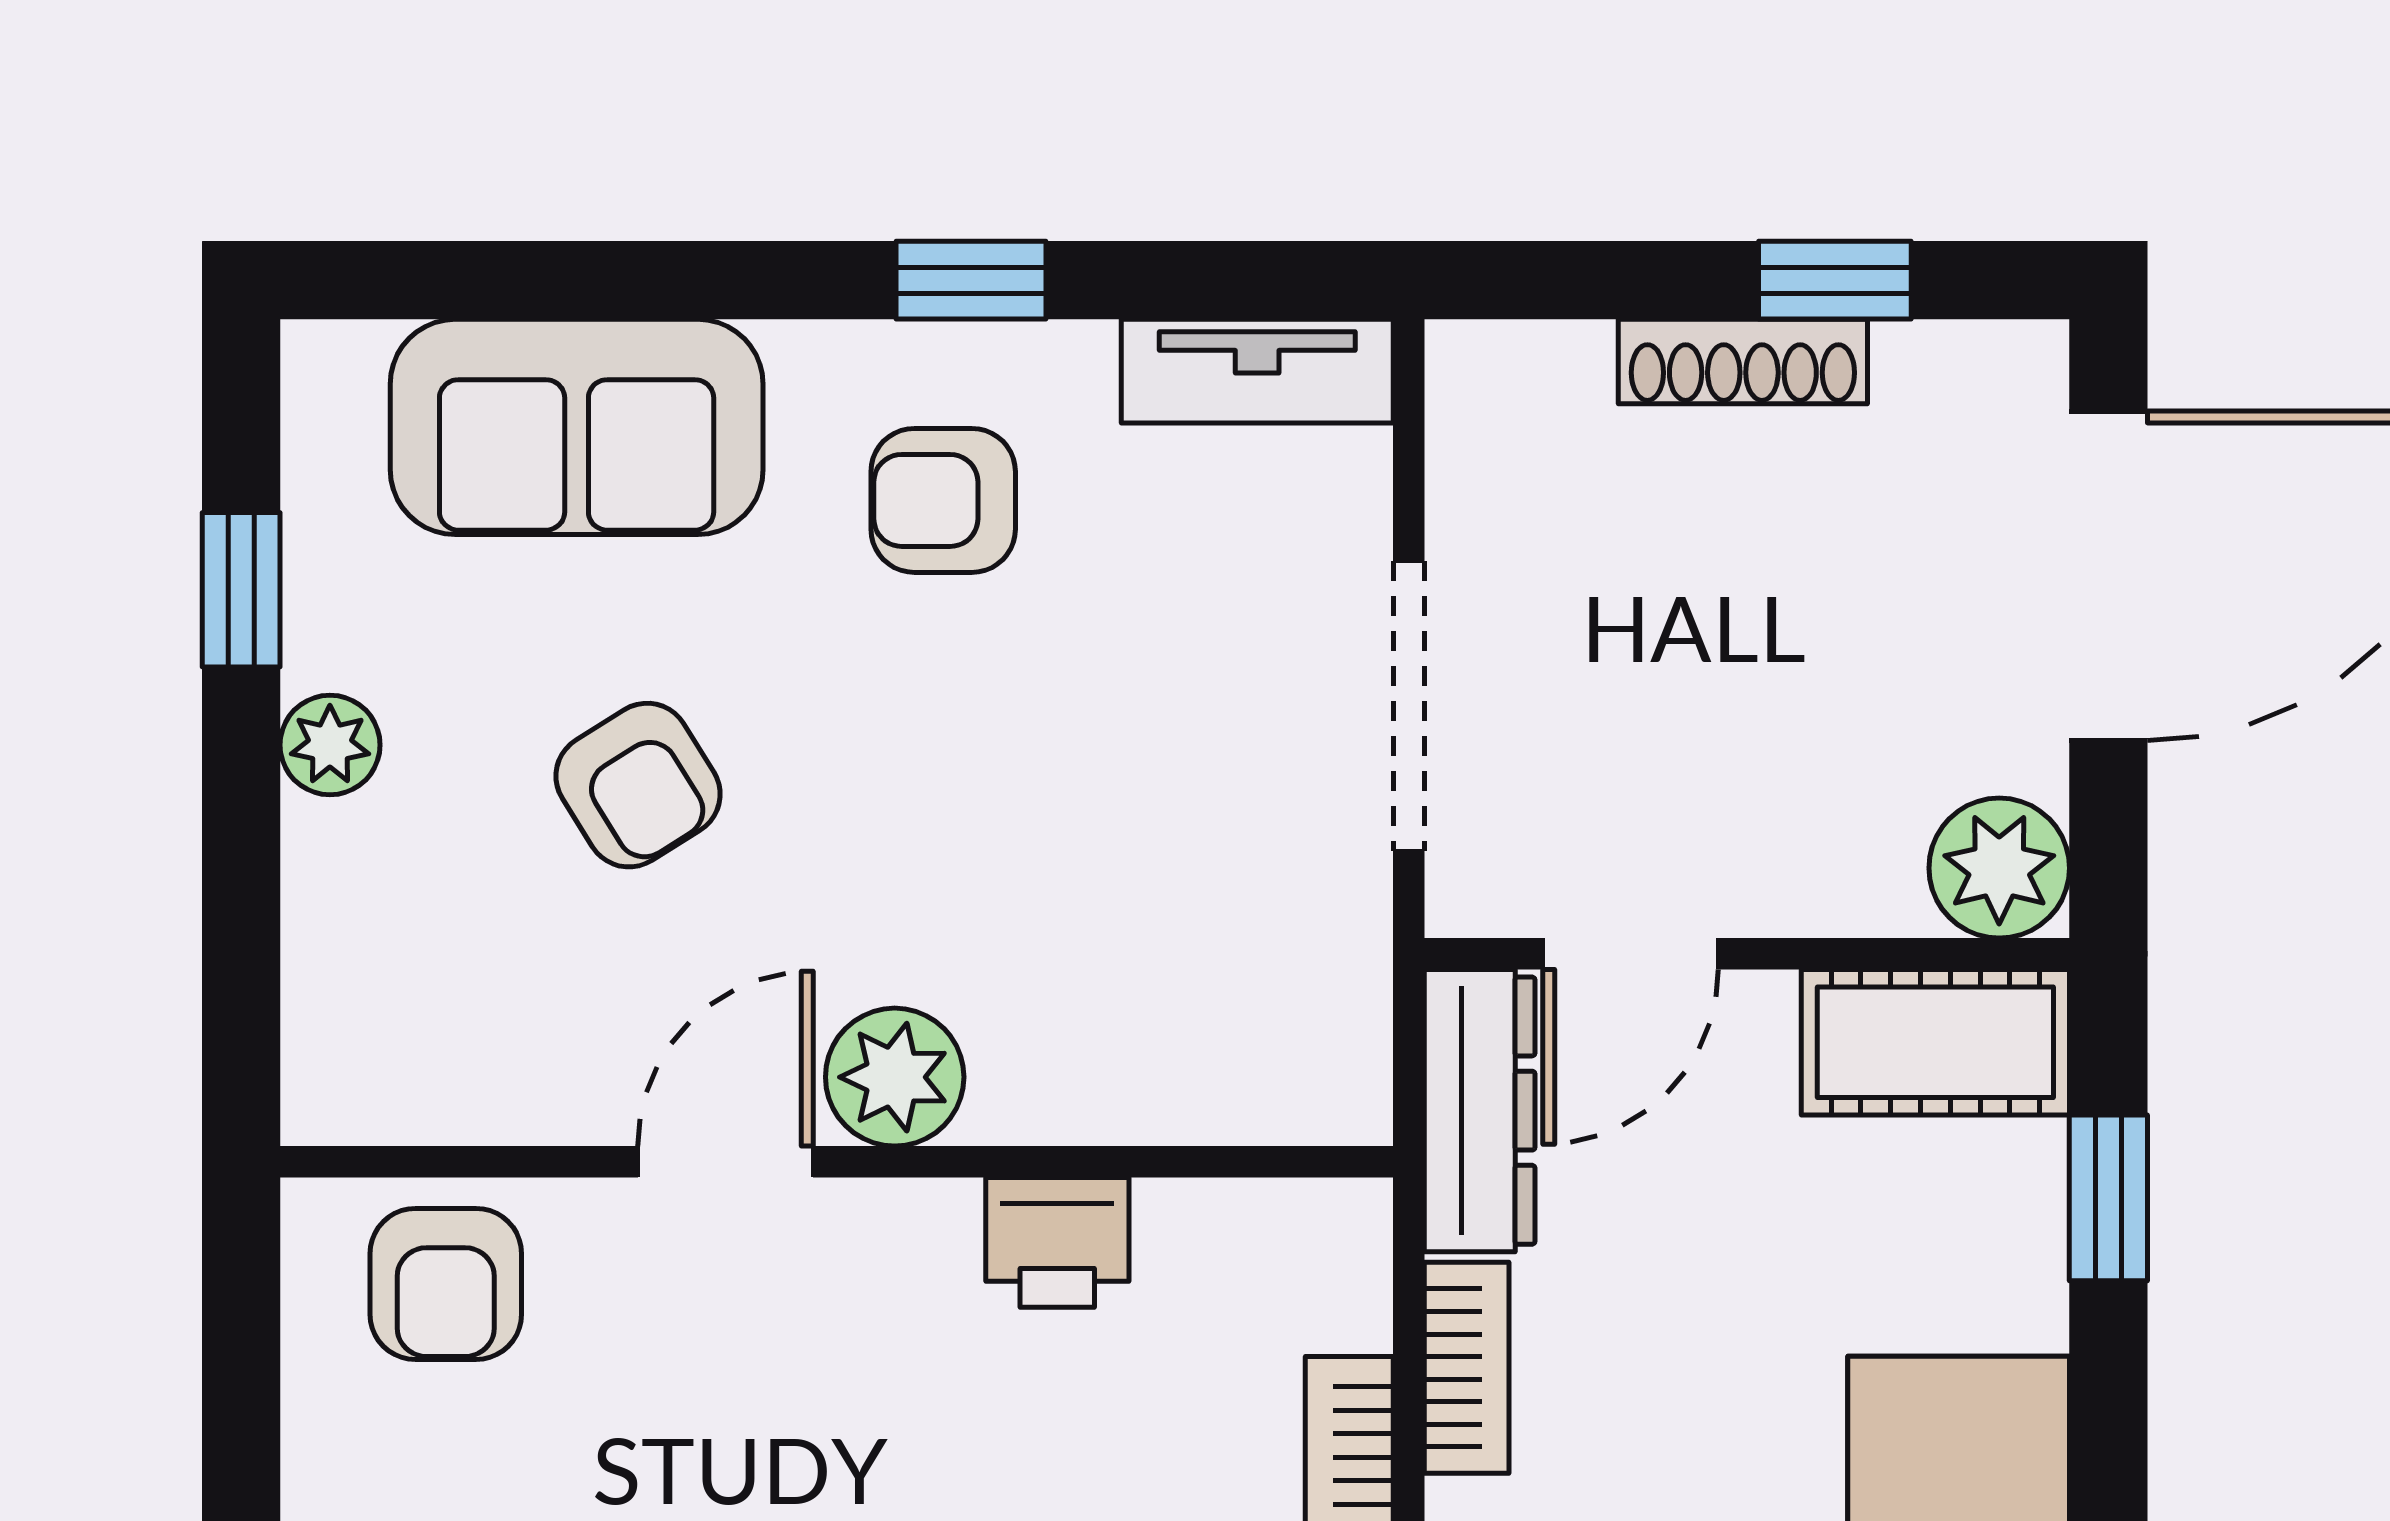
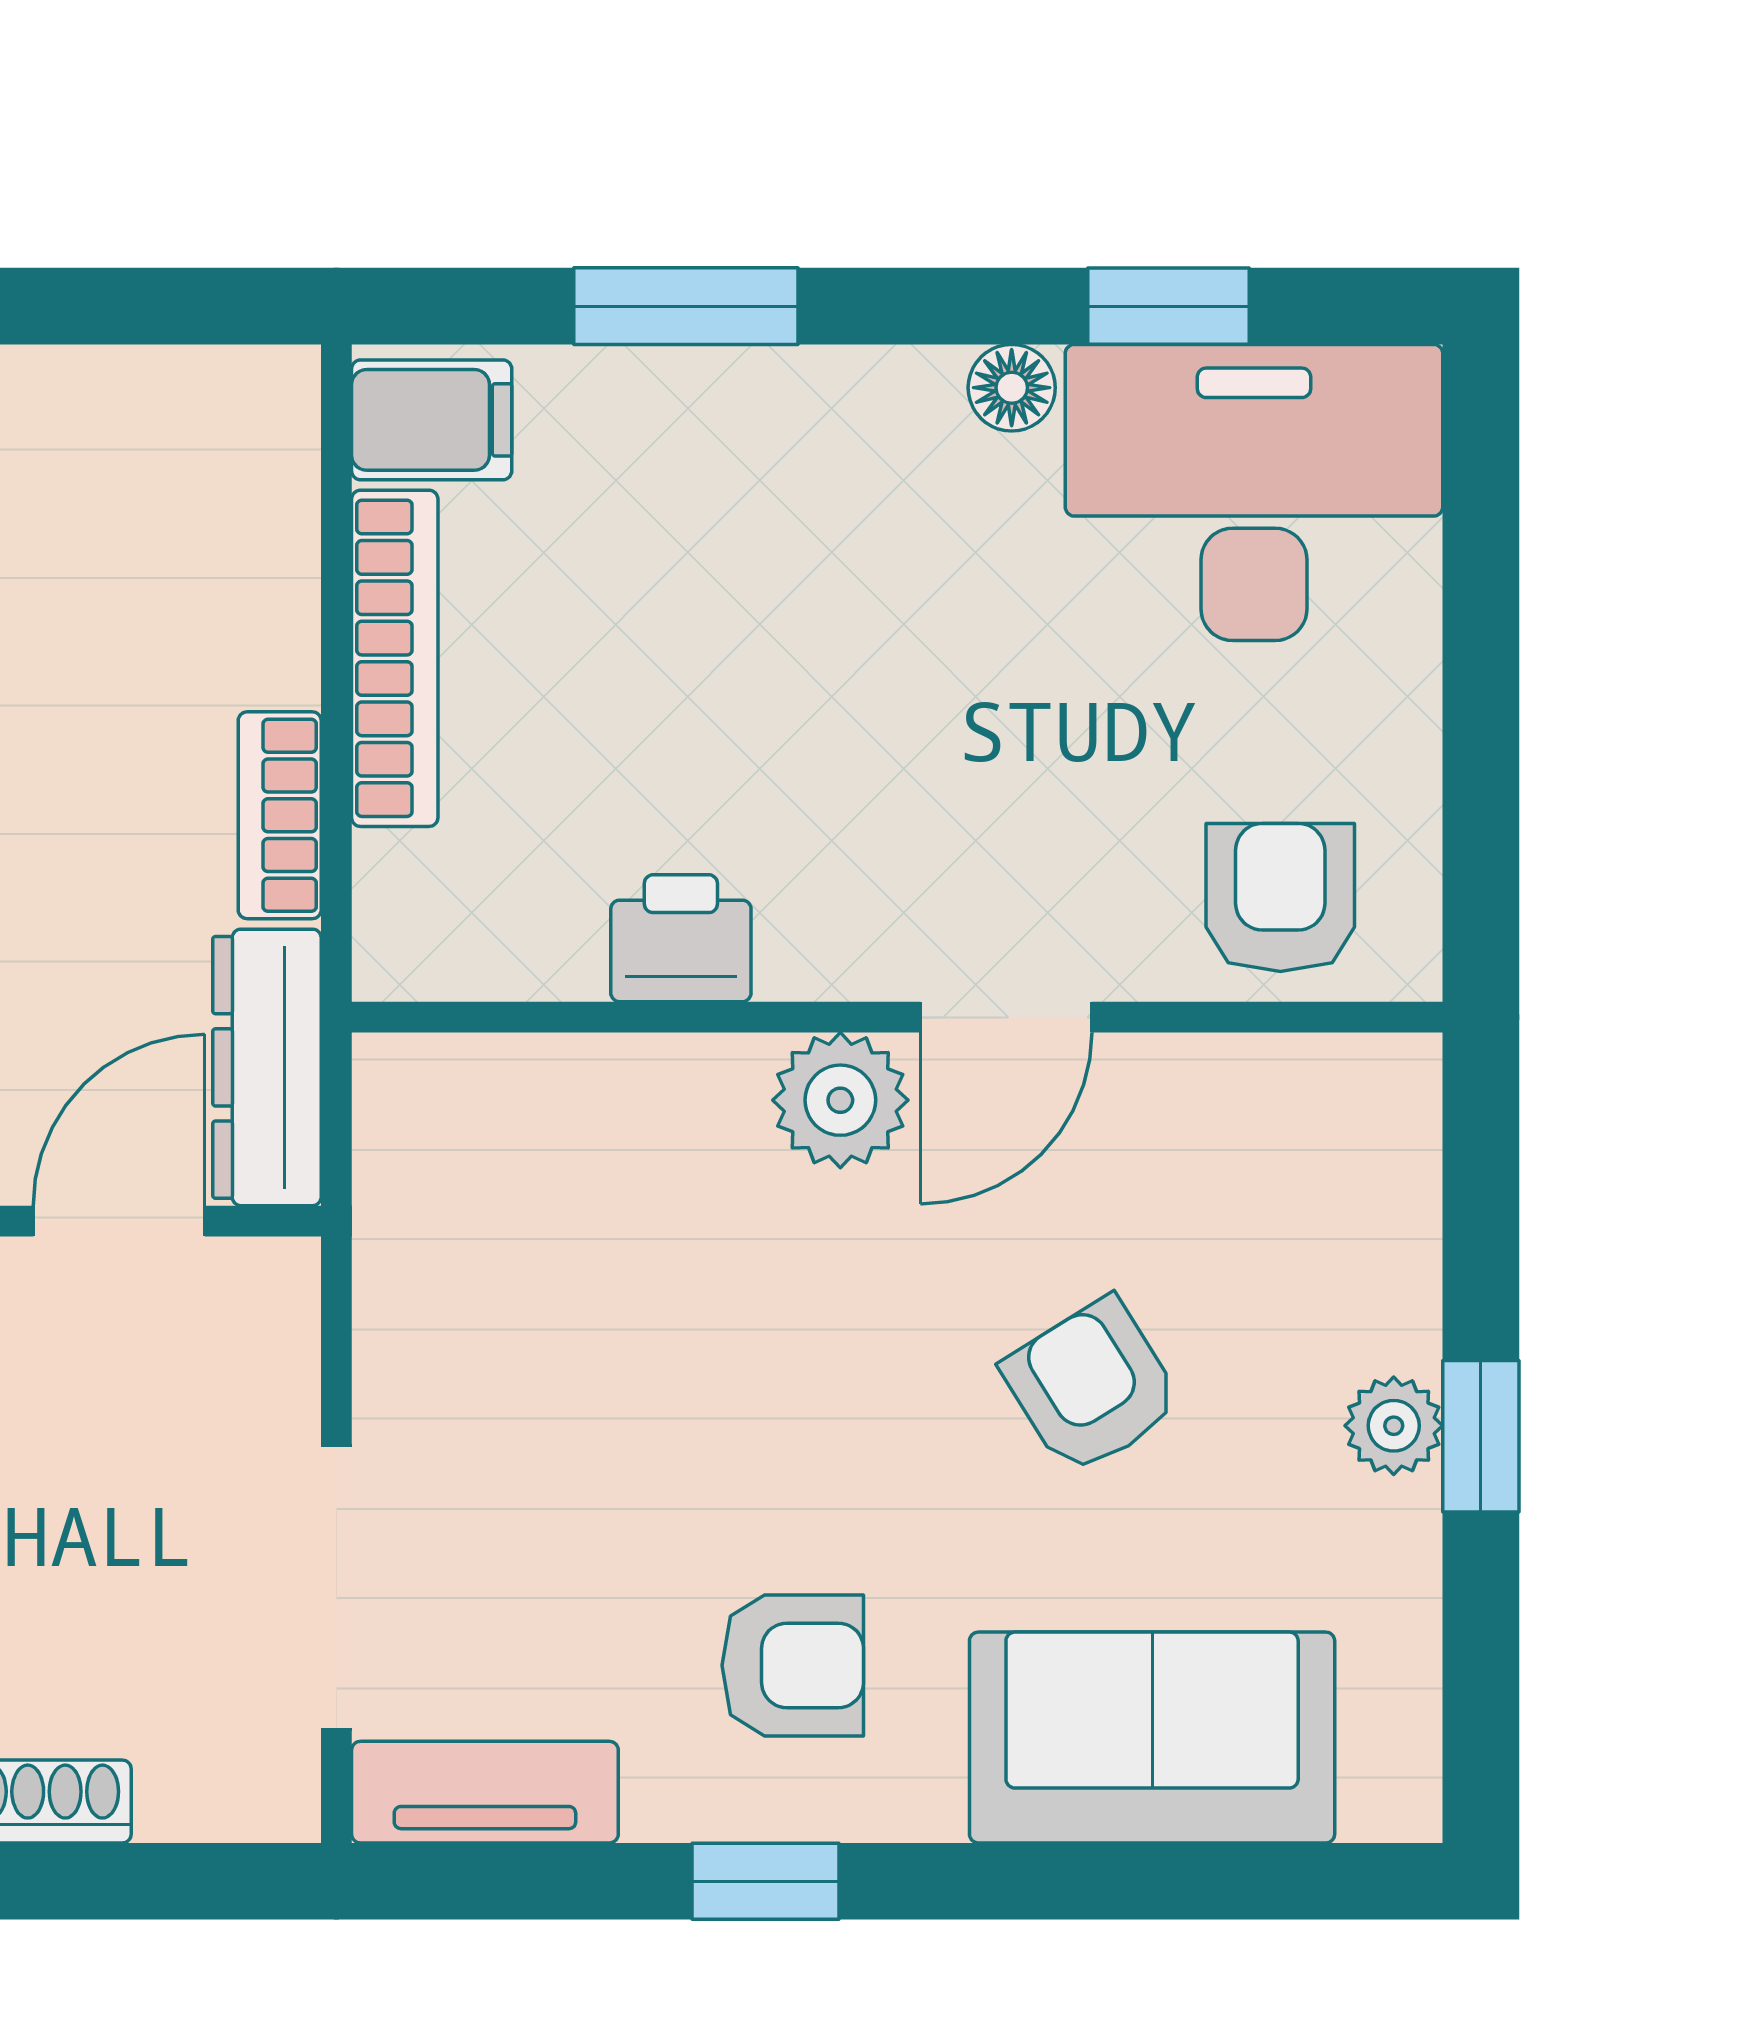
window: (241, 590) -> (1481, 1436), moved
doorway: (1409, 706) -> (336, 1587), moved

